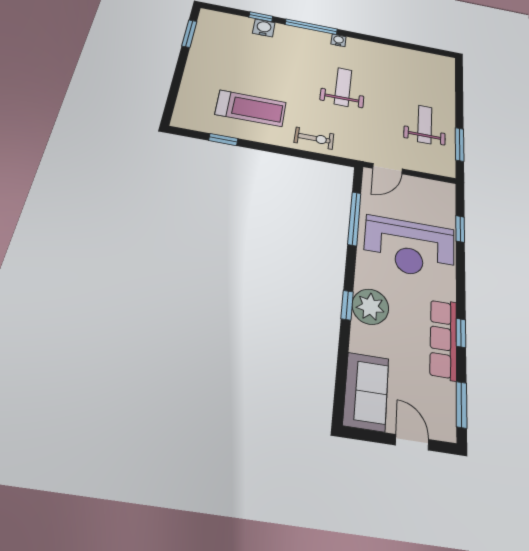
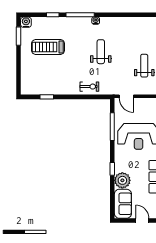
water cooler: (264, 28) -> (26, 22), moved
treadmill: (251, 108) -> (48, 47), moved, turned 180
door: (387, 169) -> (126, 96), hinge flipped
plant: (370, 307) -> (122, 180), moved

